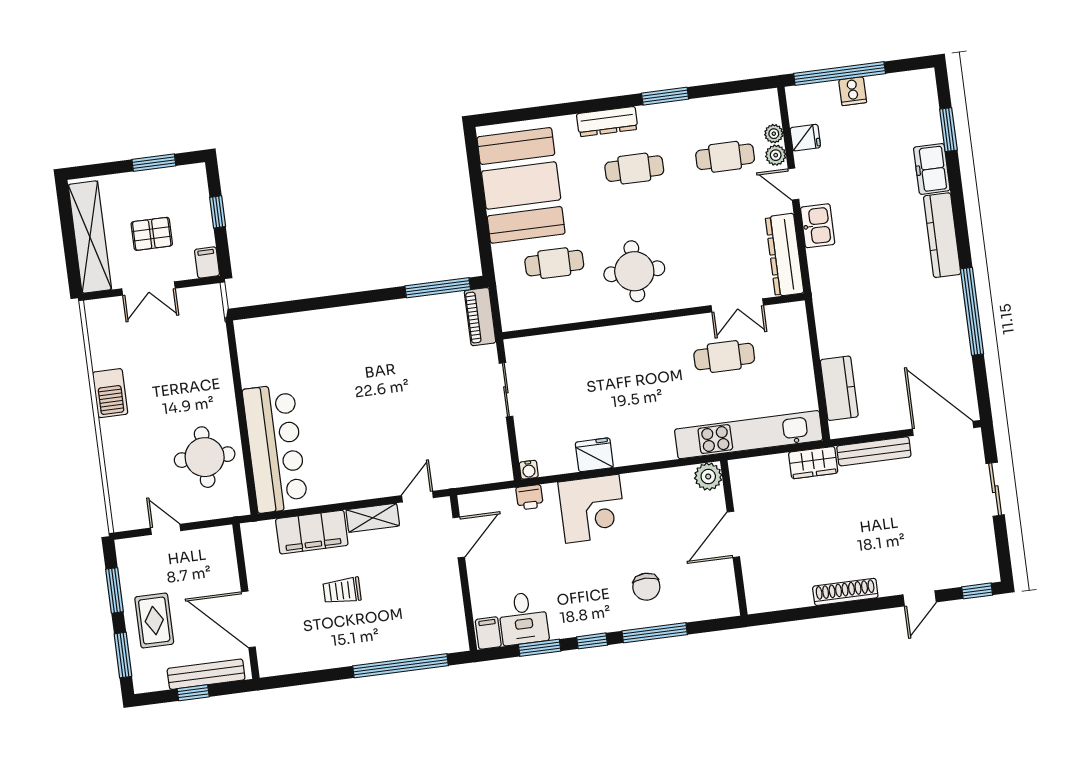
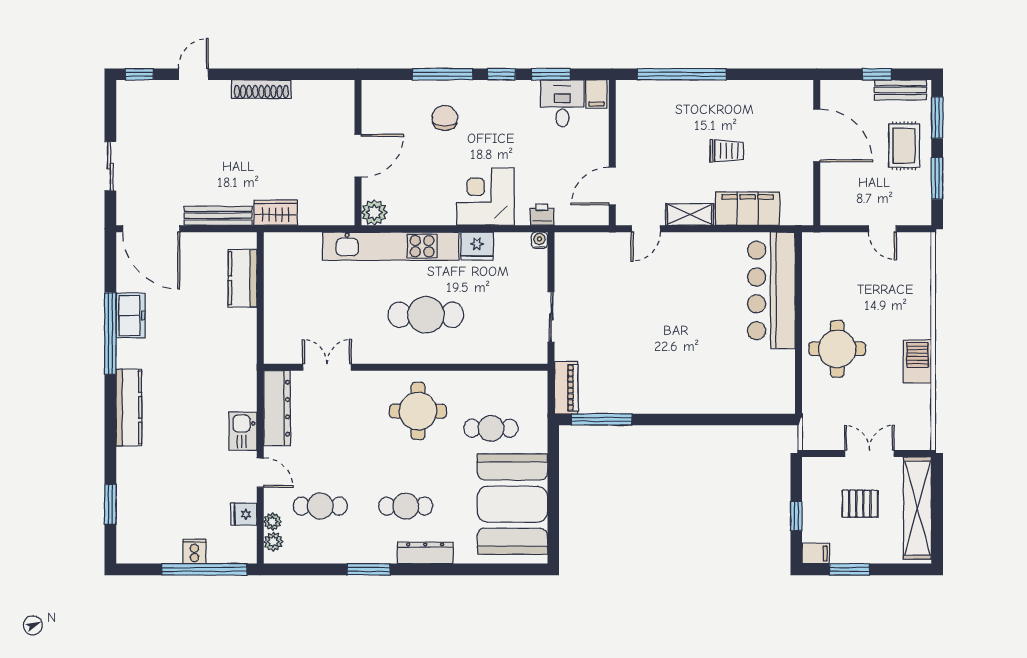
plant: (776, 155) -> (273, 542), moved
freezer: (932, 169) -> (131, 316), moved
filing cabinet: (207, 262) -> (816, 553), moved, turned -90
cafe table: (724, 357) -> (426, 315), moved, width x1.37, depth x1.35
kitchen unit: (749, 435) -> (391, 246), moved
round table: (205, 457) -> (837, 349), moved
bench: (206, 674) -> (900, 90), moved, width x0.73

